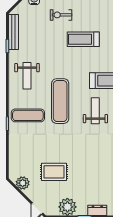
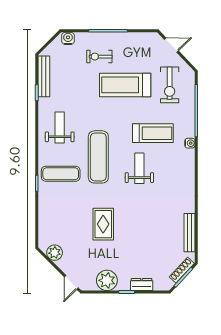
treadmill: (83, 39) -> (125, 85), width x1.37, depth x1.38
weight bench: (27, 76) -> (60, 127), turned 180
rug: (54, 172) -> (103, 224), moved, turned 90

